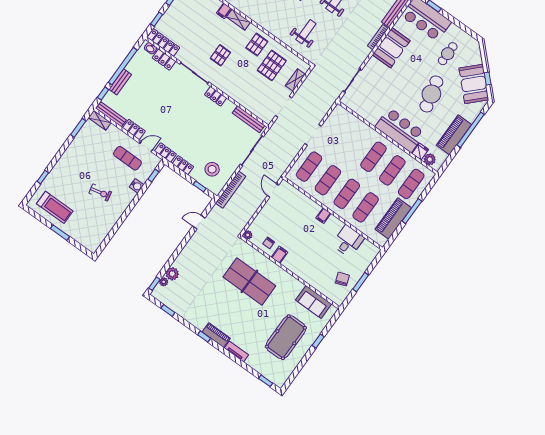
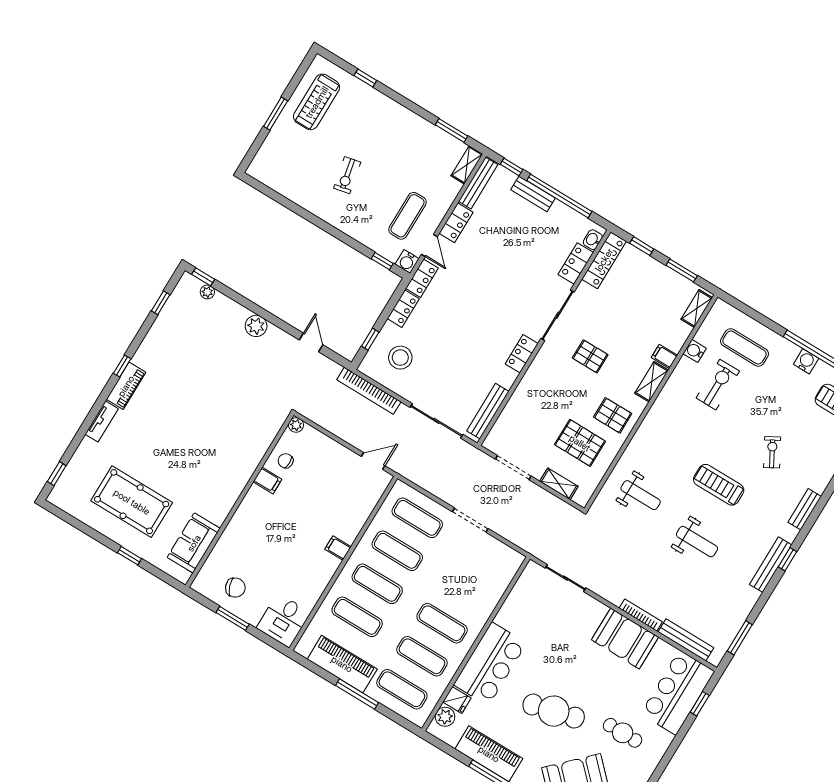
water cooler: (137, 186) -> (407, 261), moved
desk: (348, 241) -> (284, 620), moved, turned 90
plant: (172, 274) -> (256, 326), moved
table tennis table: (249, 281) -> (219, 434), removed

